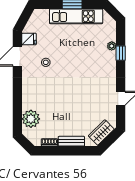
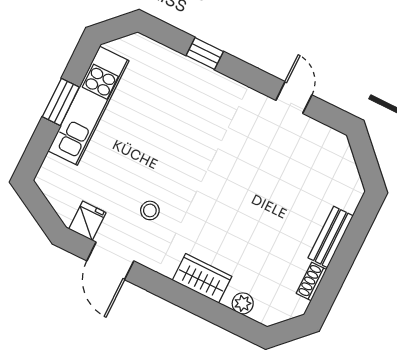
plant: (112, 46) -> (182, 64), removed
plant: (31, 119) -> (243, 303), width x0.53, depth x0.53
wardrobe: (101, 132) -> (202, 278), moved, turned 134

